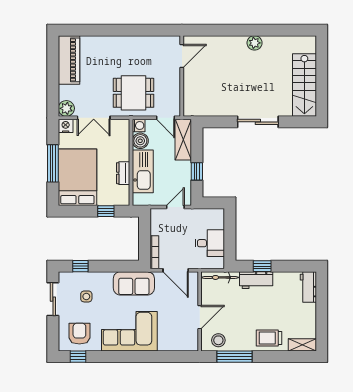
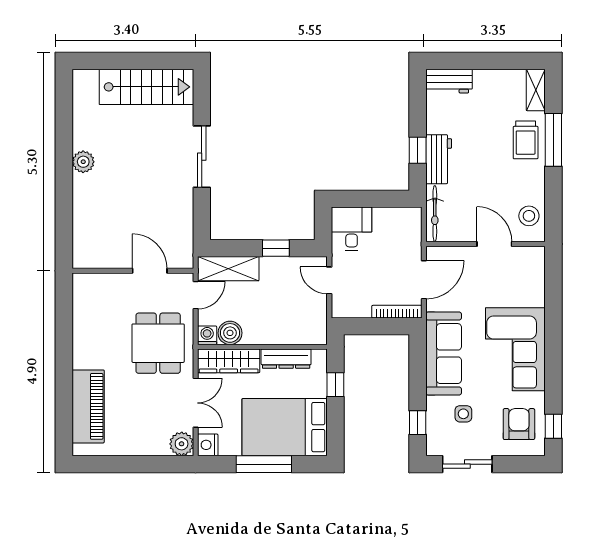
door: (182, 56) -> (150, 271), moved
piano: (69, 60) -> (88, 406), moved, turned 90
wardrobe: (122, 140) -> (229, 361), added
kitchen sink: (143, 171) -> (276, 329), removed
dresser: (123, 173) -> (286, 359), width x1.44
desk: (210, 243) -> (352, 229), moved
sofa: (134, 283) -> (444, 354), width x1.36
armchair: (79, 334) -> (519, 424), turned 90
window: (234, 357) -> (553, 140), moved

